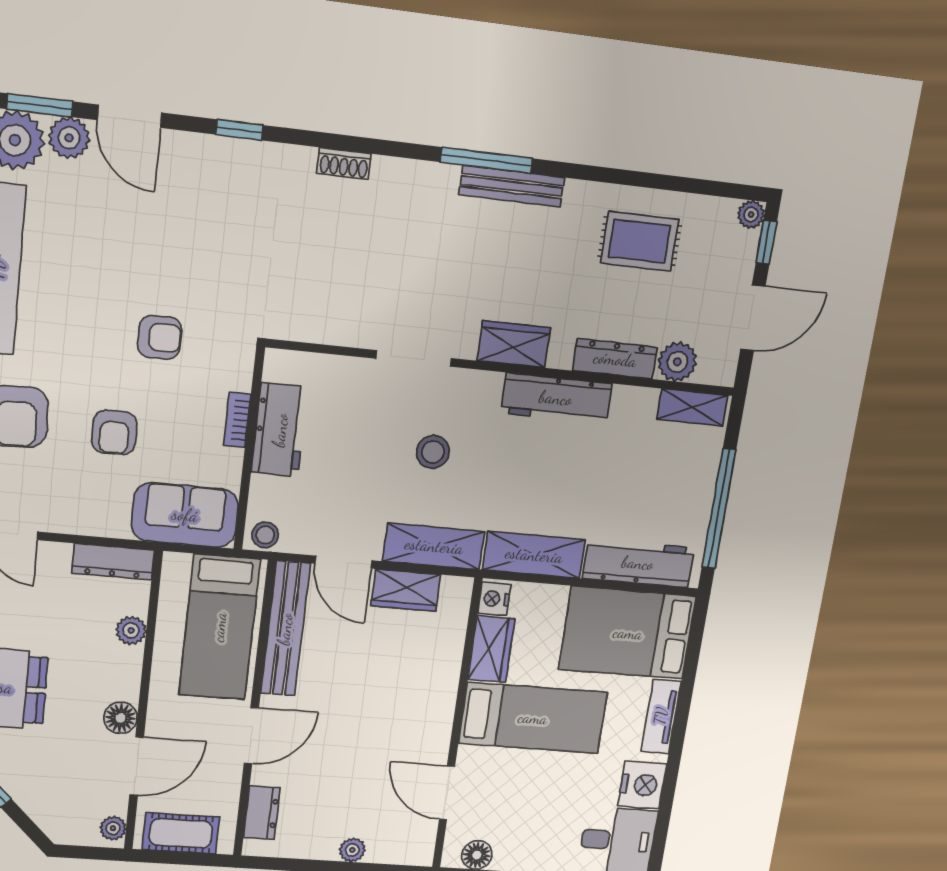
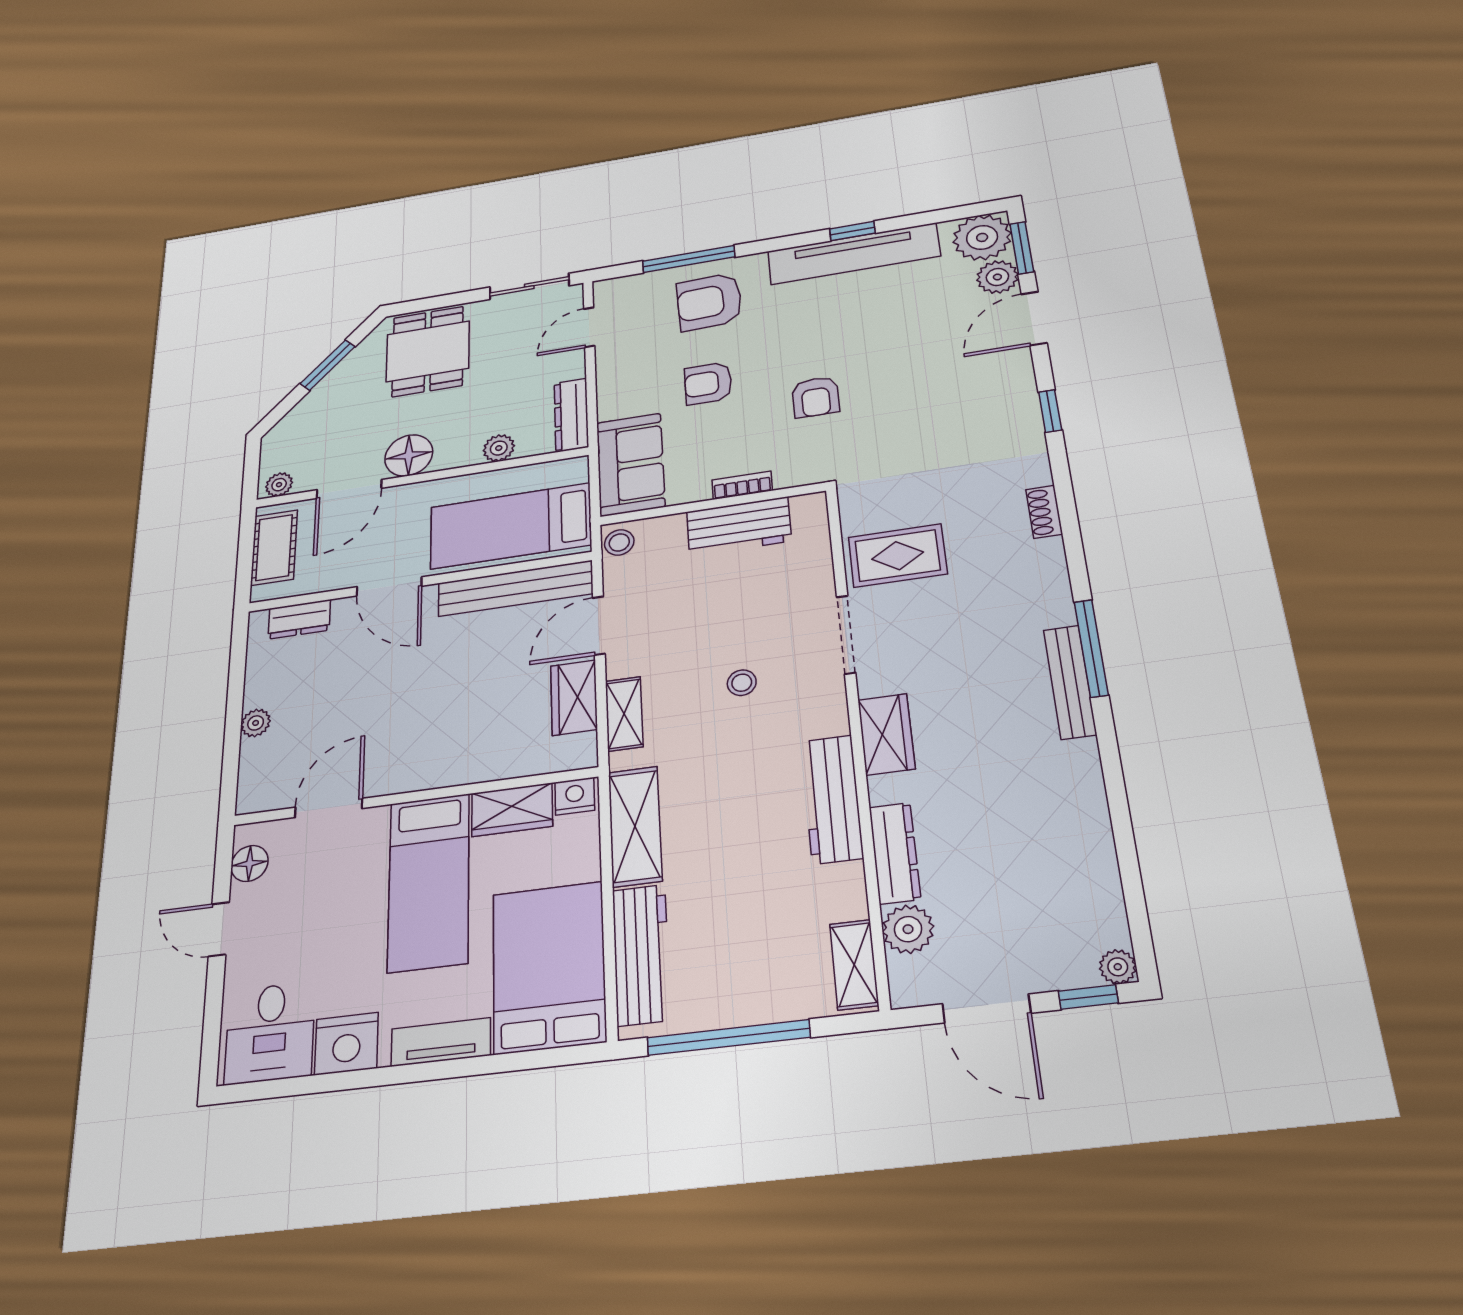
rug: (640, 241) -> (898, 556), moved, turned 90
stool: (433, 452) -> (742, 683), width x0.73, depth x0.73
shelving: (434, 546) -> (624, 714), width x0.67, depth x0.75
floor lamp: (121, 718) -> (409, 455), width x1.38, depth x1.38
door: (137, 766) -> (349, 489), hinge flipped

